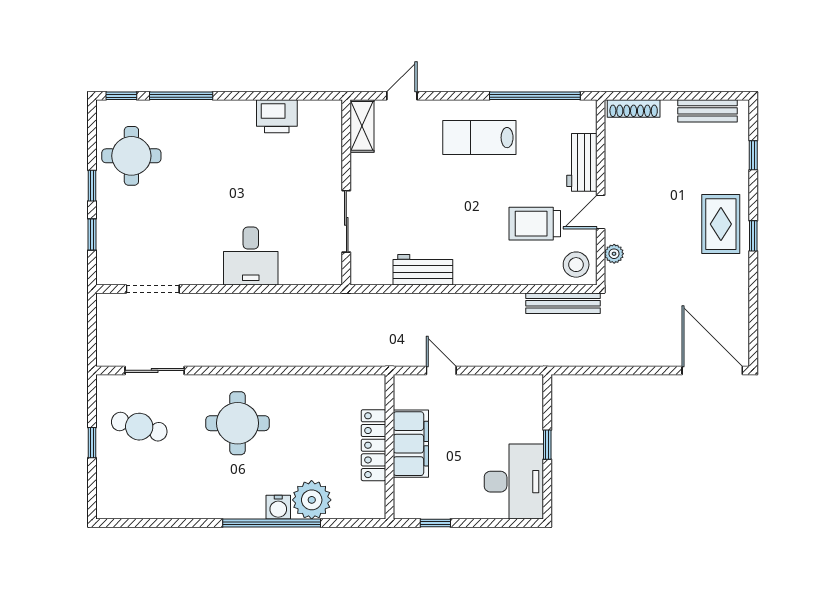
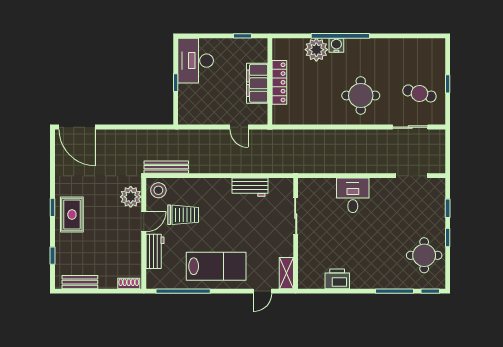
shoe rack: (634, 109) -> (129, 284), width x0.70
lab bench: (479, 138) -> (216, 266), width x1.36, depth x1.39
plant: (614, 254) -> (131, 197), width x1.88, depth x1.88

